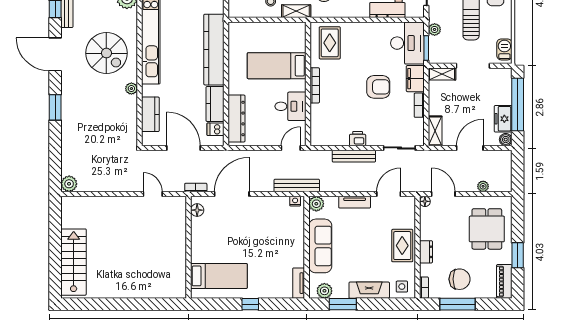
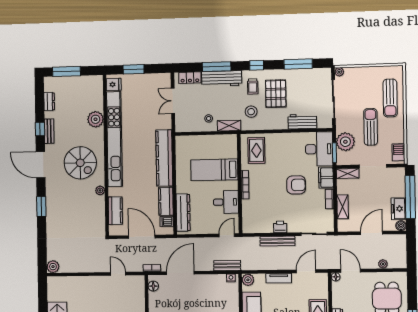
plant: (435, 29) -> (345, 142), width x1.87, depth x1.87
shelving: (435, 131) -> (343, 207), moved
bench: (297, 186) -> (227, 265), width x0.73

